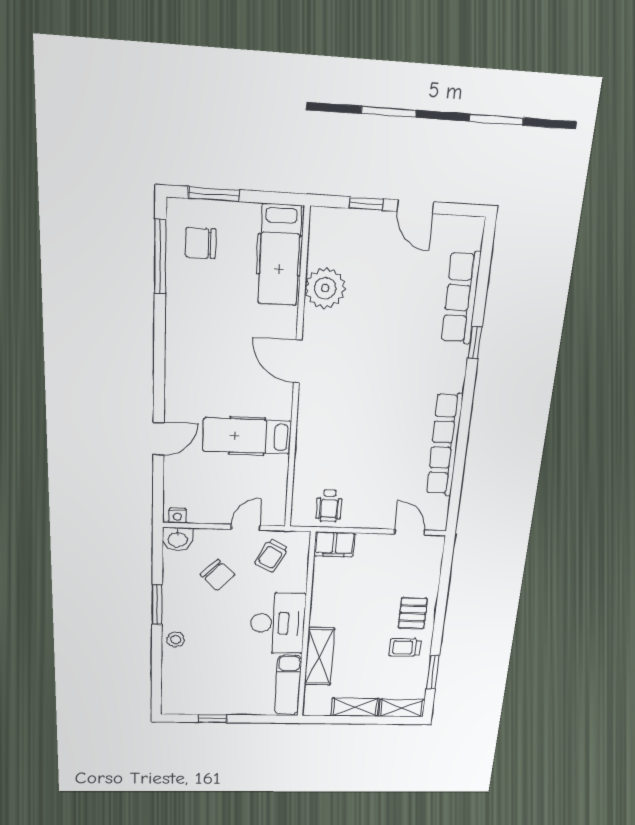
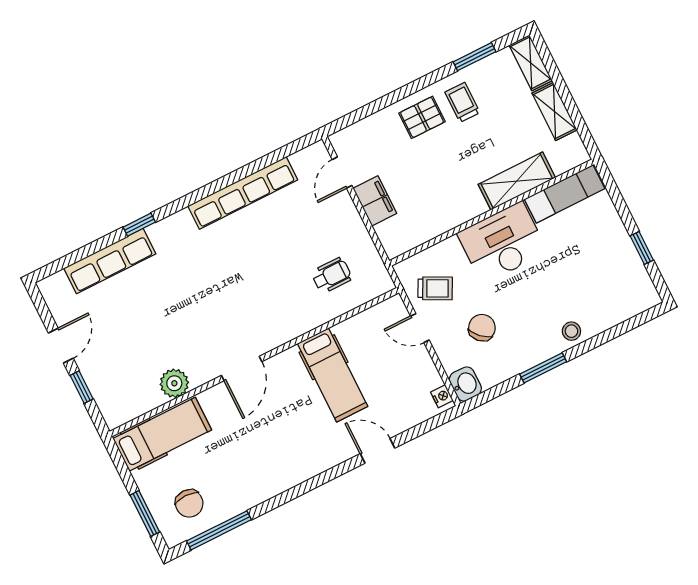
plant: (325, 288) -> (174, 383), width x0.73, depth x0.73
wheelchair: (329, 506) -> (332, 275), moved
filing cabinet: (334, 544) -> (375, 201), moved
trolley: (405, 647) -> (462, 102), turned 180

